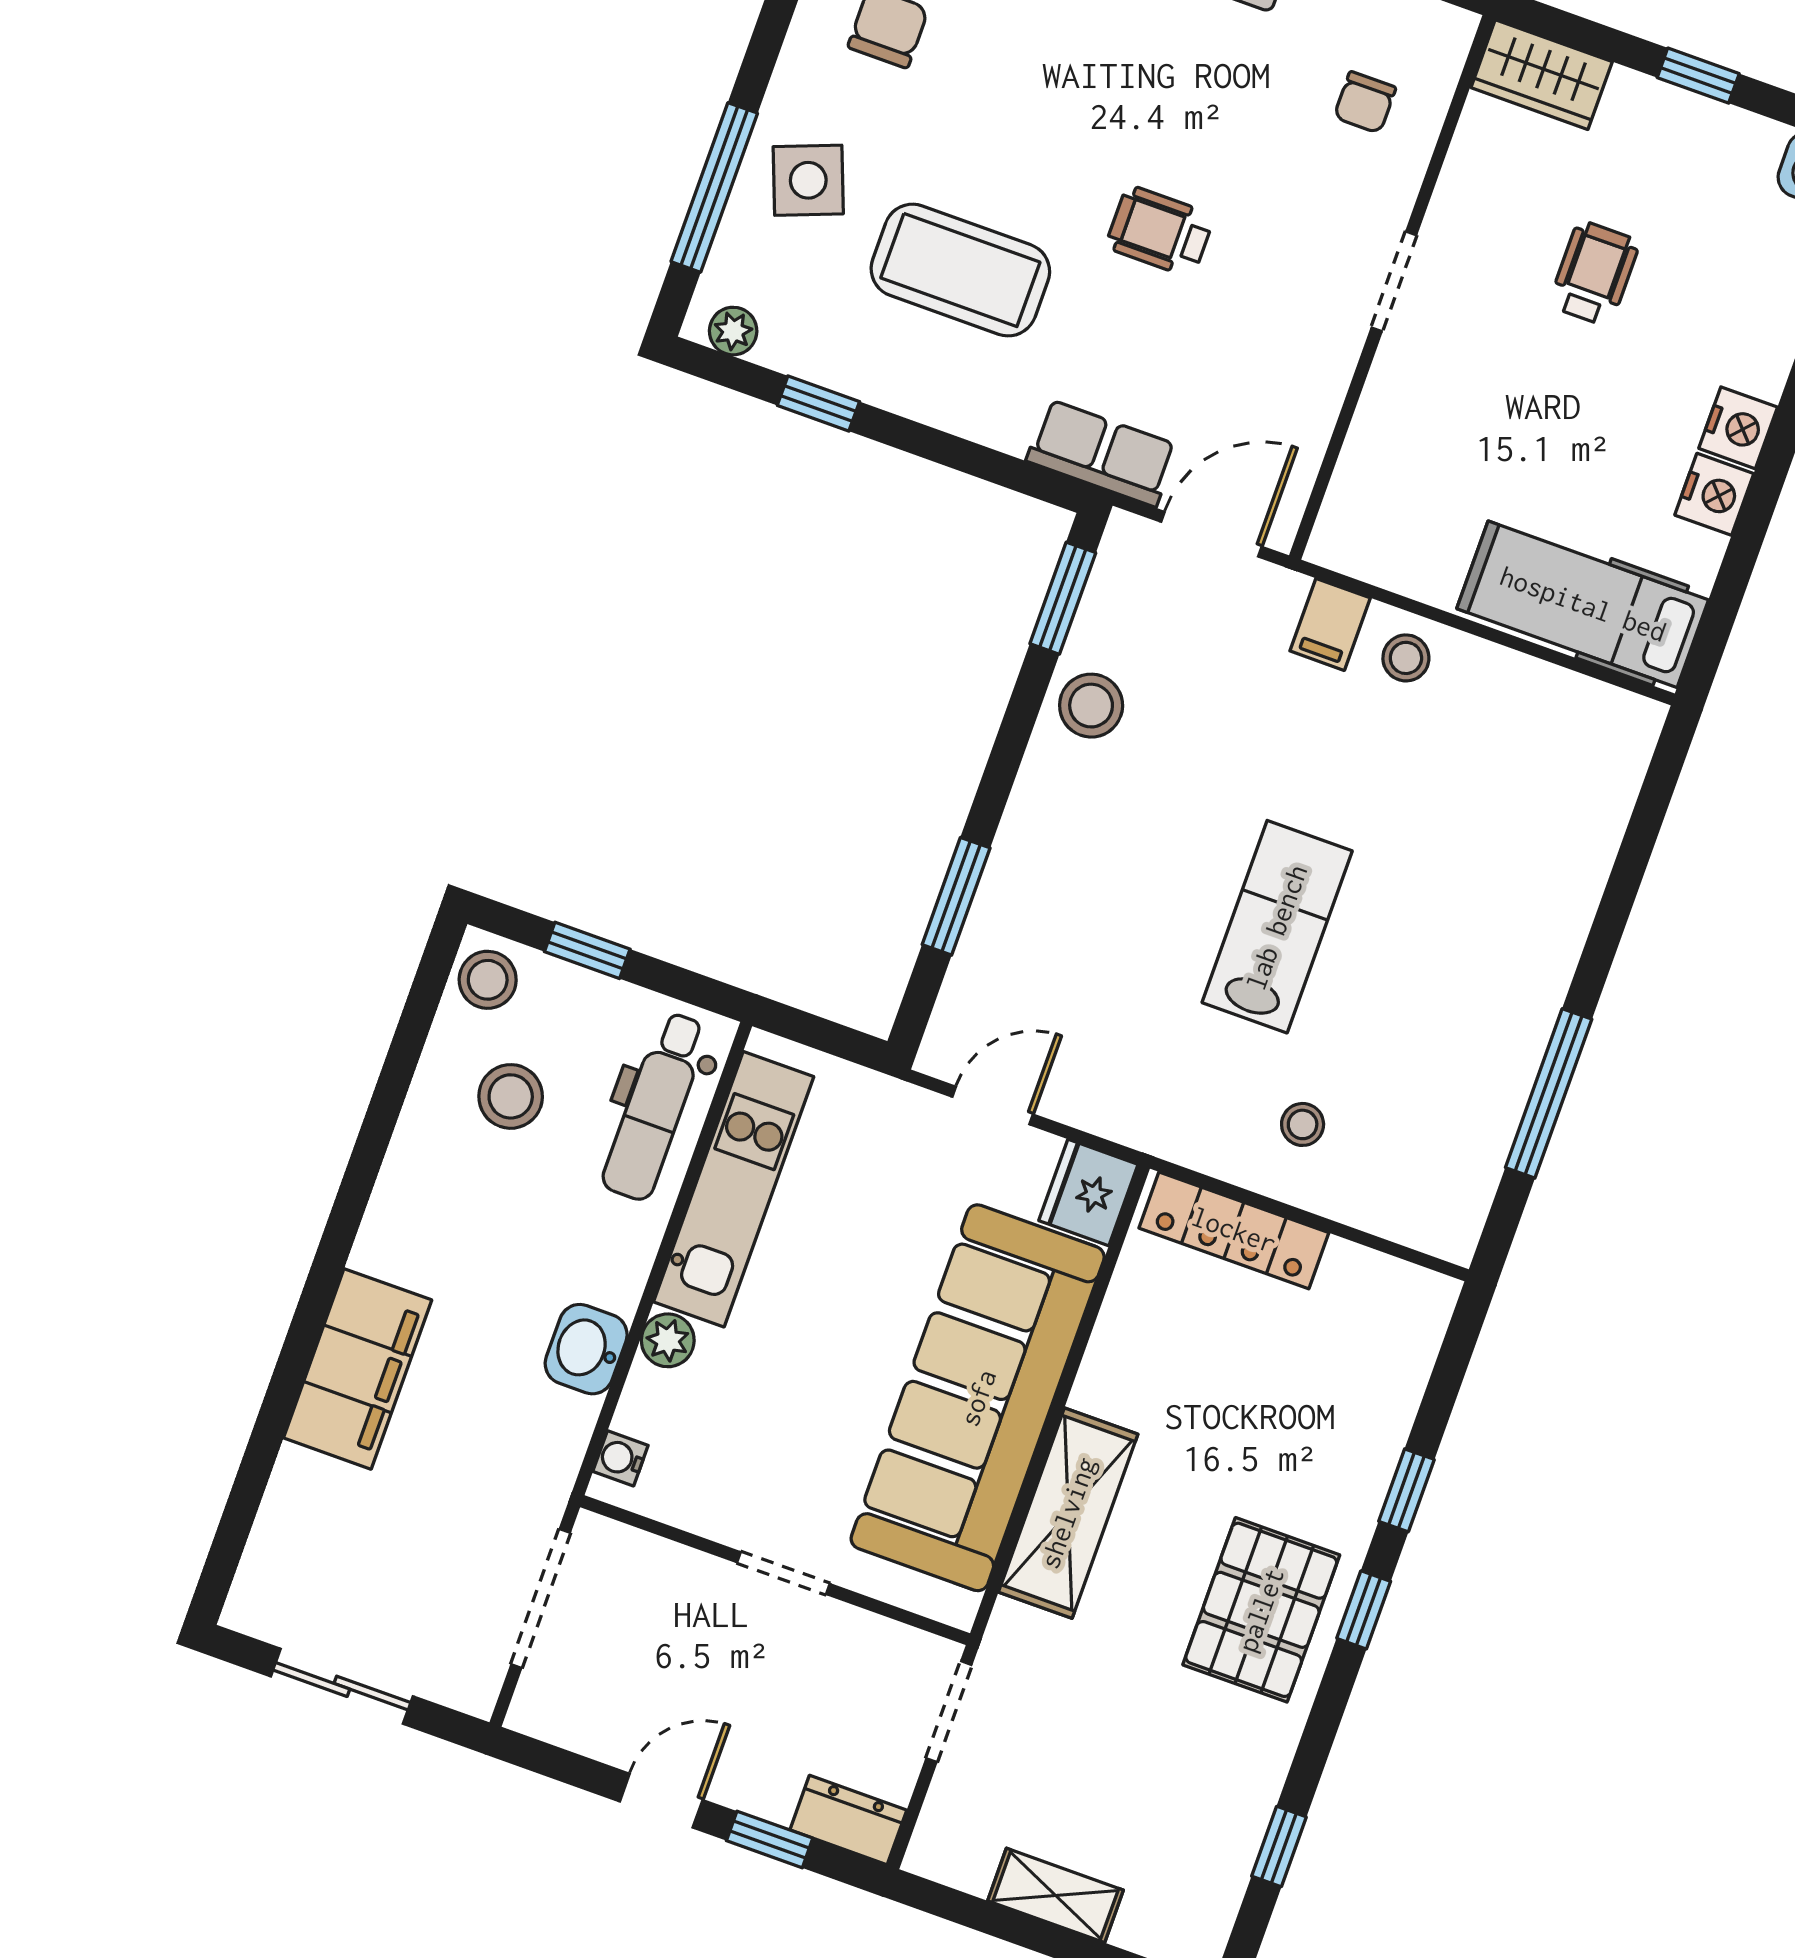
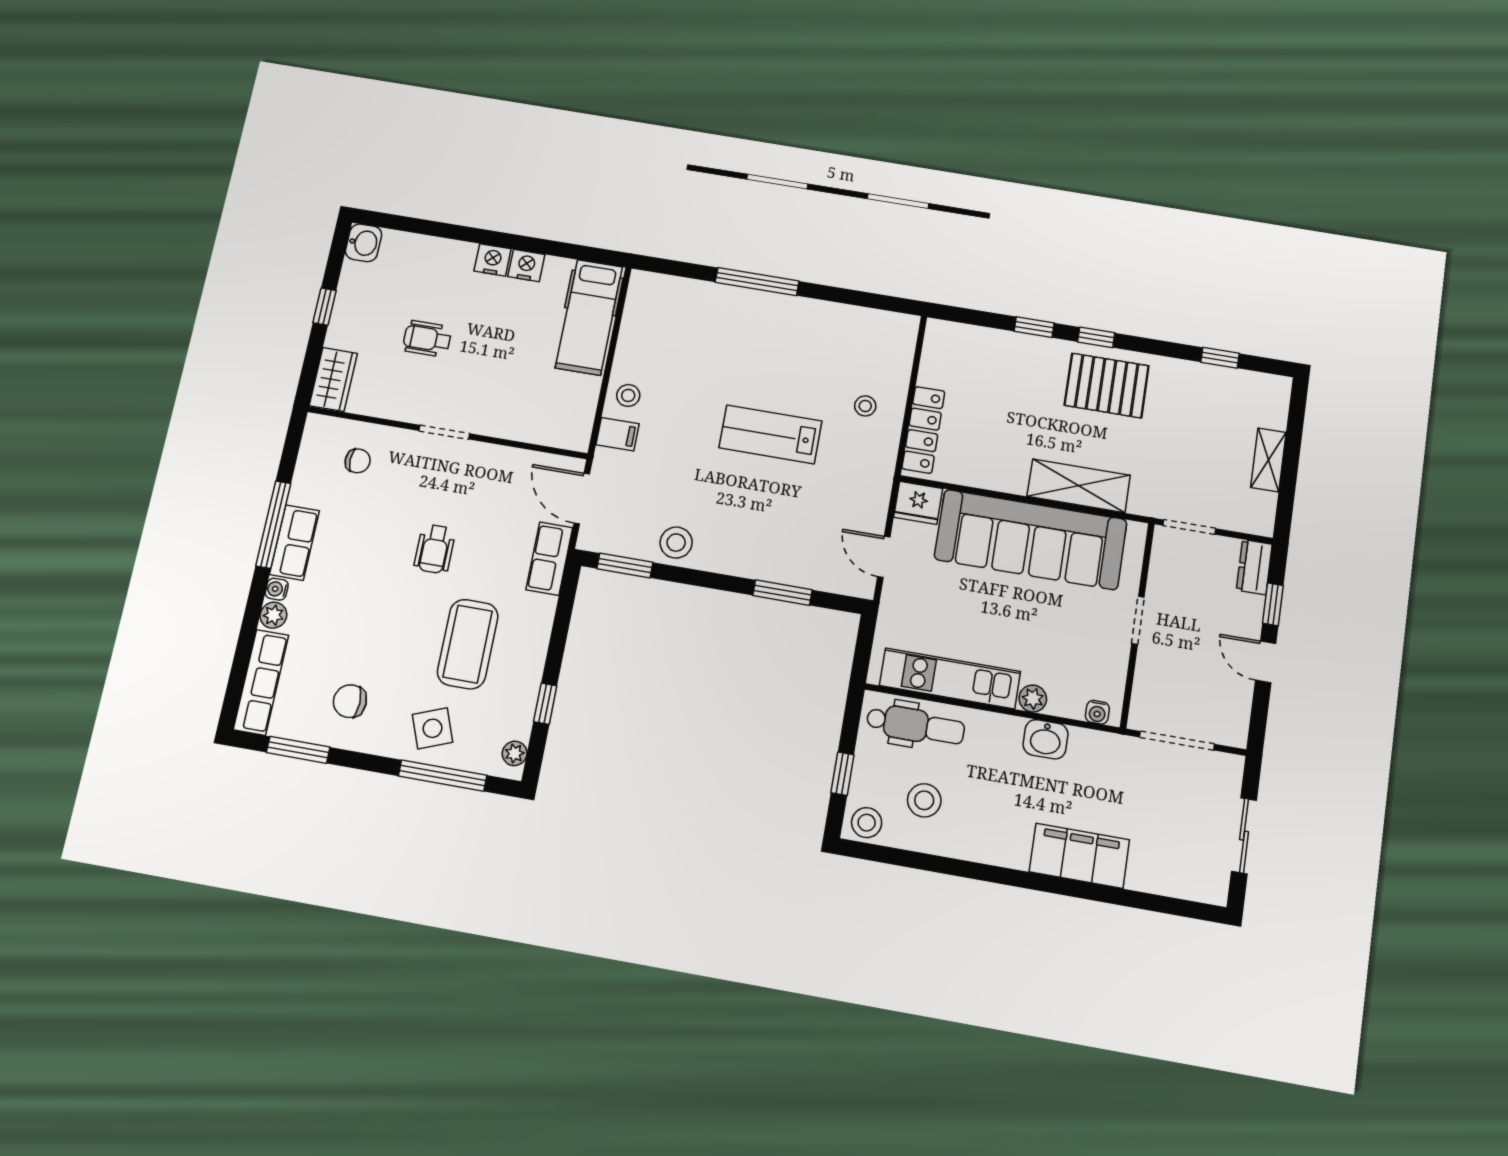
window: (1549, 1093) -> (757, 282), moved

